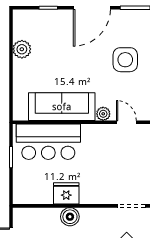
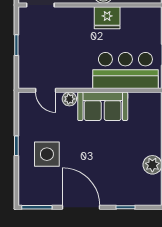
door: (92, 8) -> (81, 207), hinge flipped
sofa: (62, 107) -> (103, 106), width x0.73

